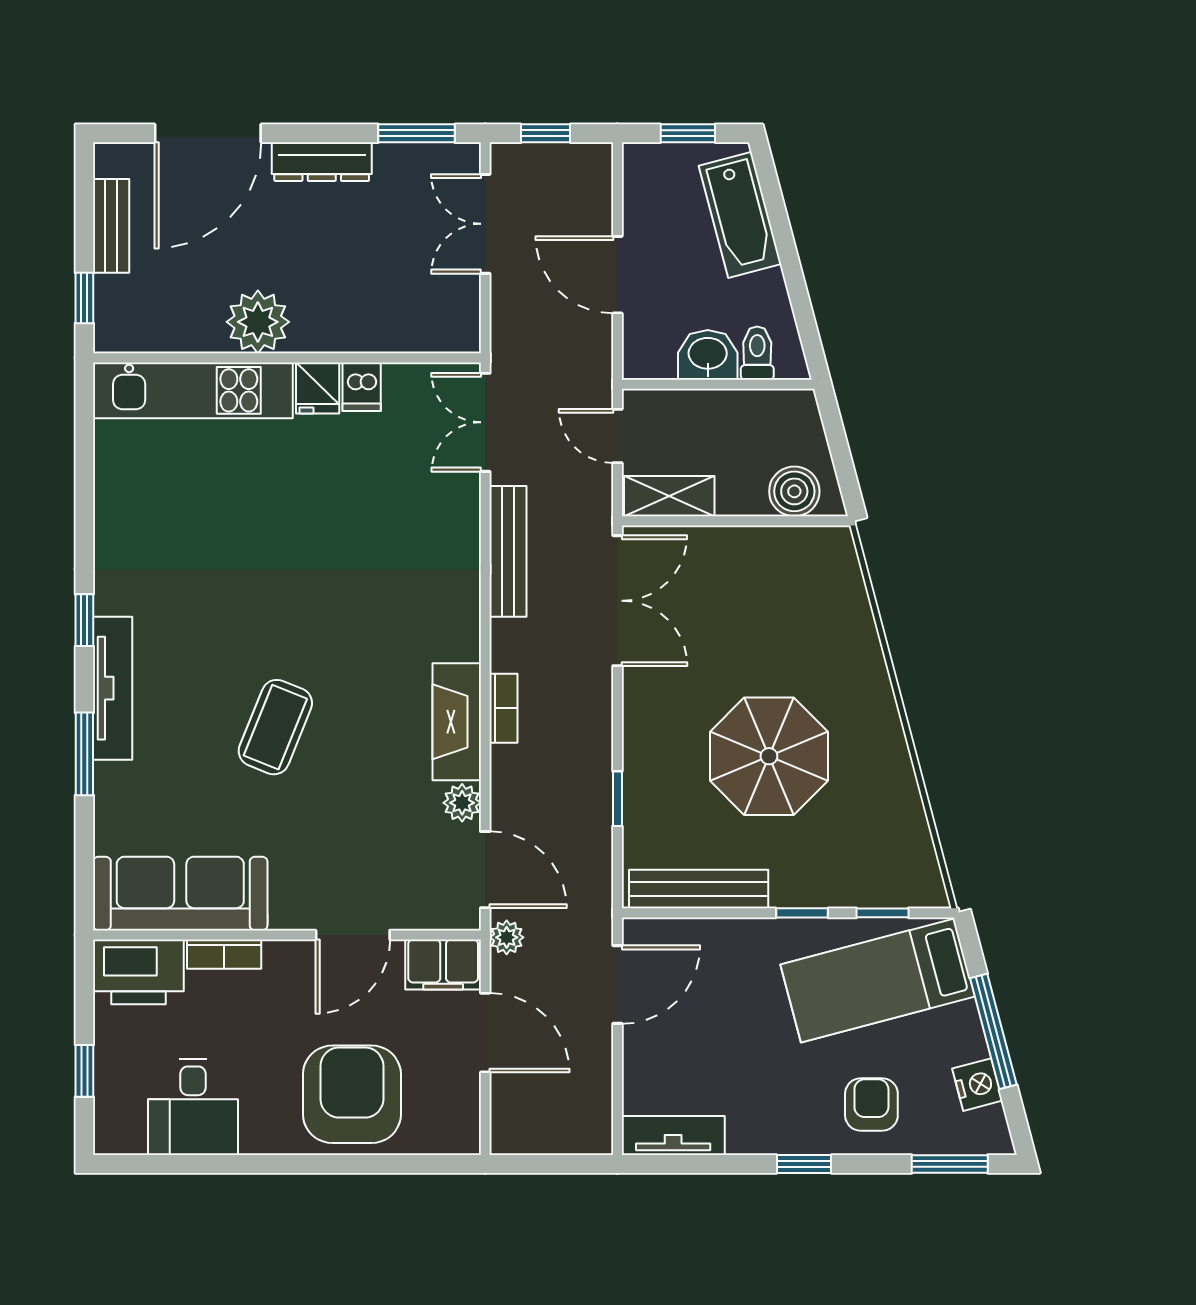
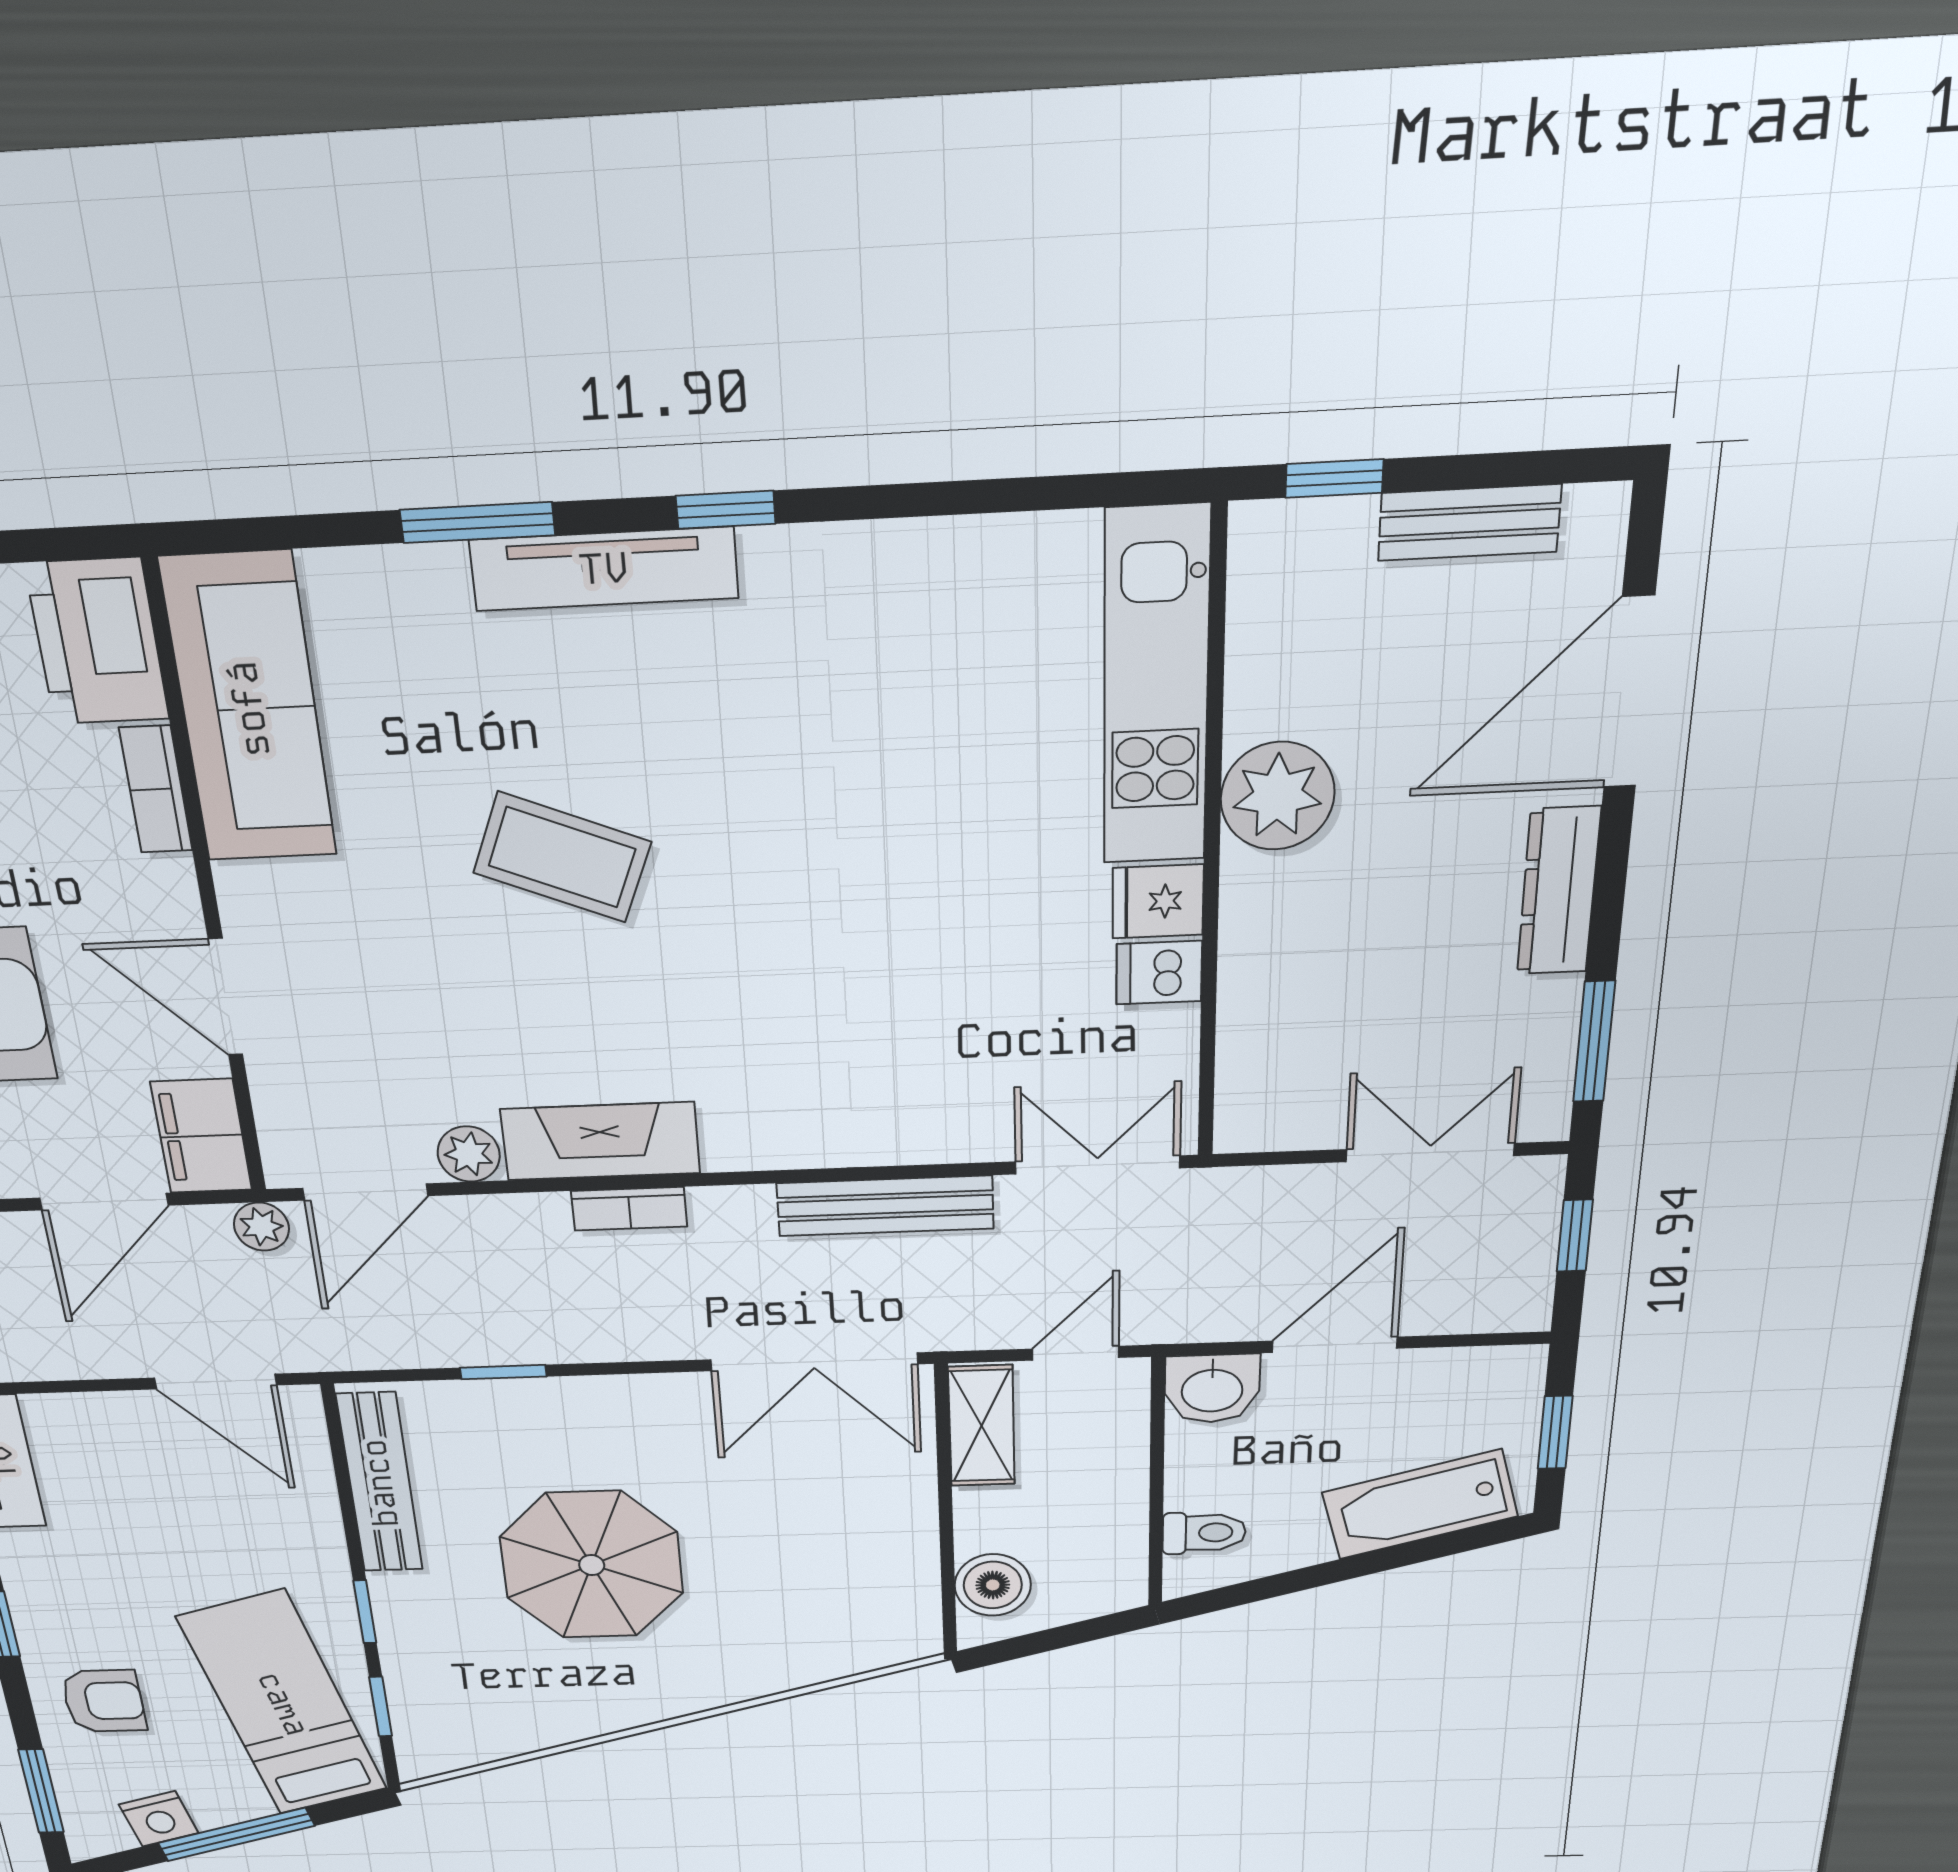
door: (208, 133) -> (1629, 693), hinge flipped
washbasin: (708, 355) -> (1212, 1389), moved, turned 90

